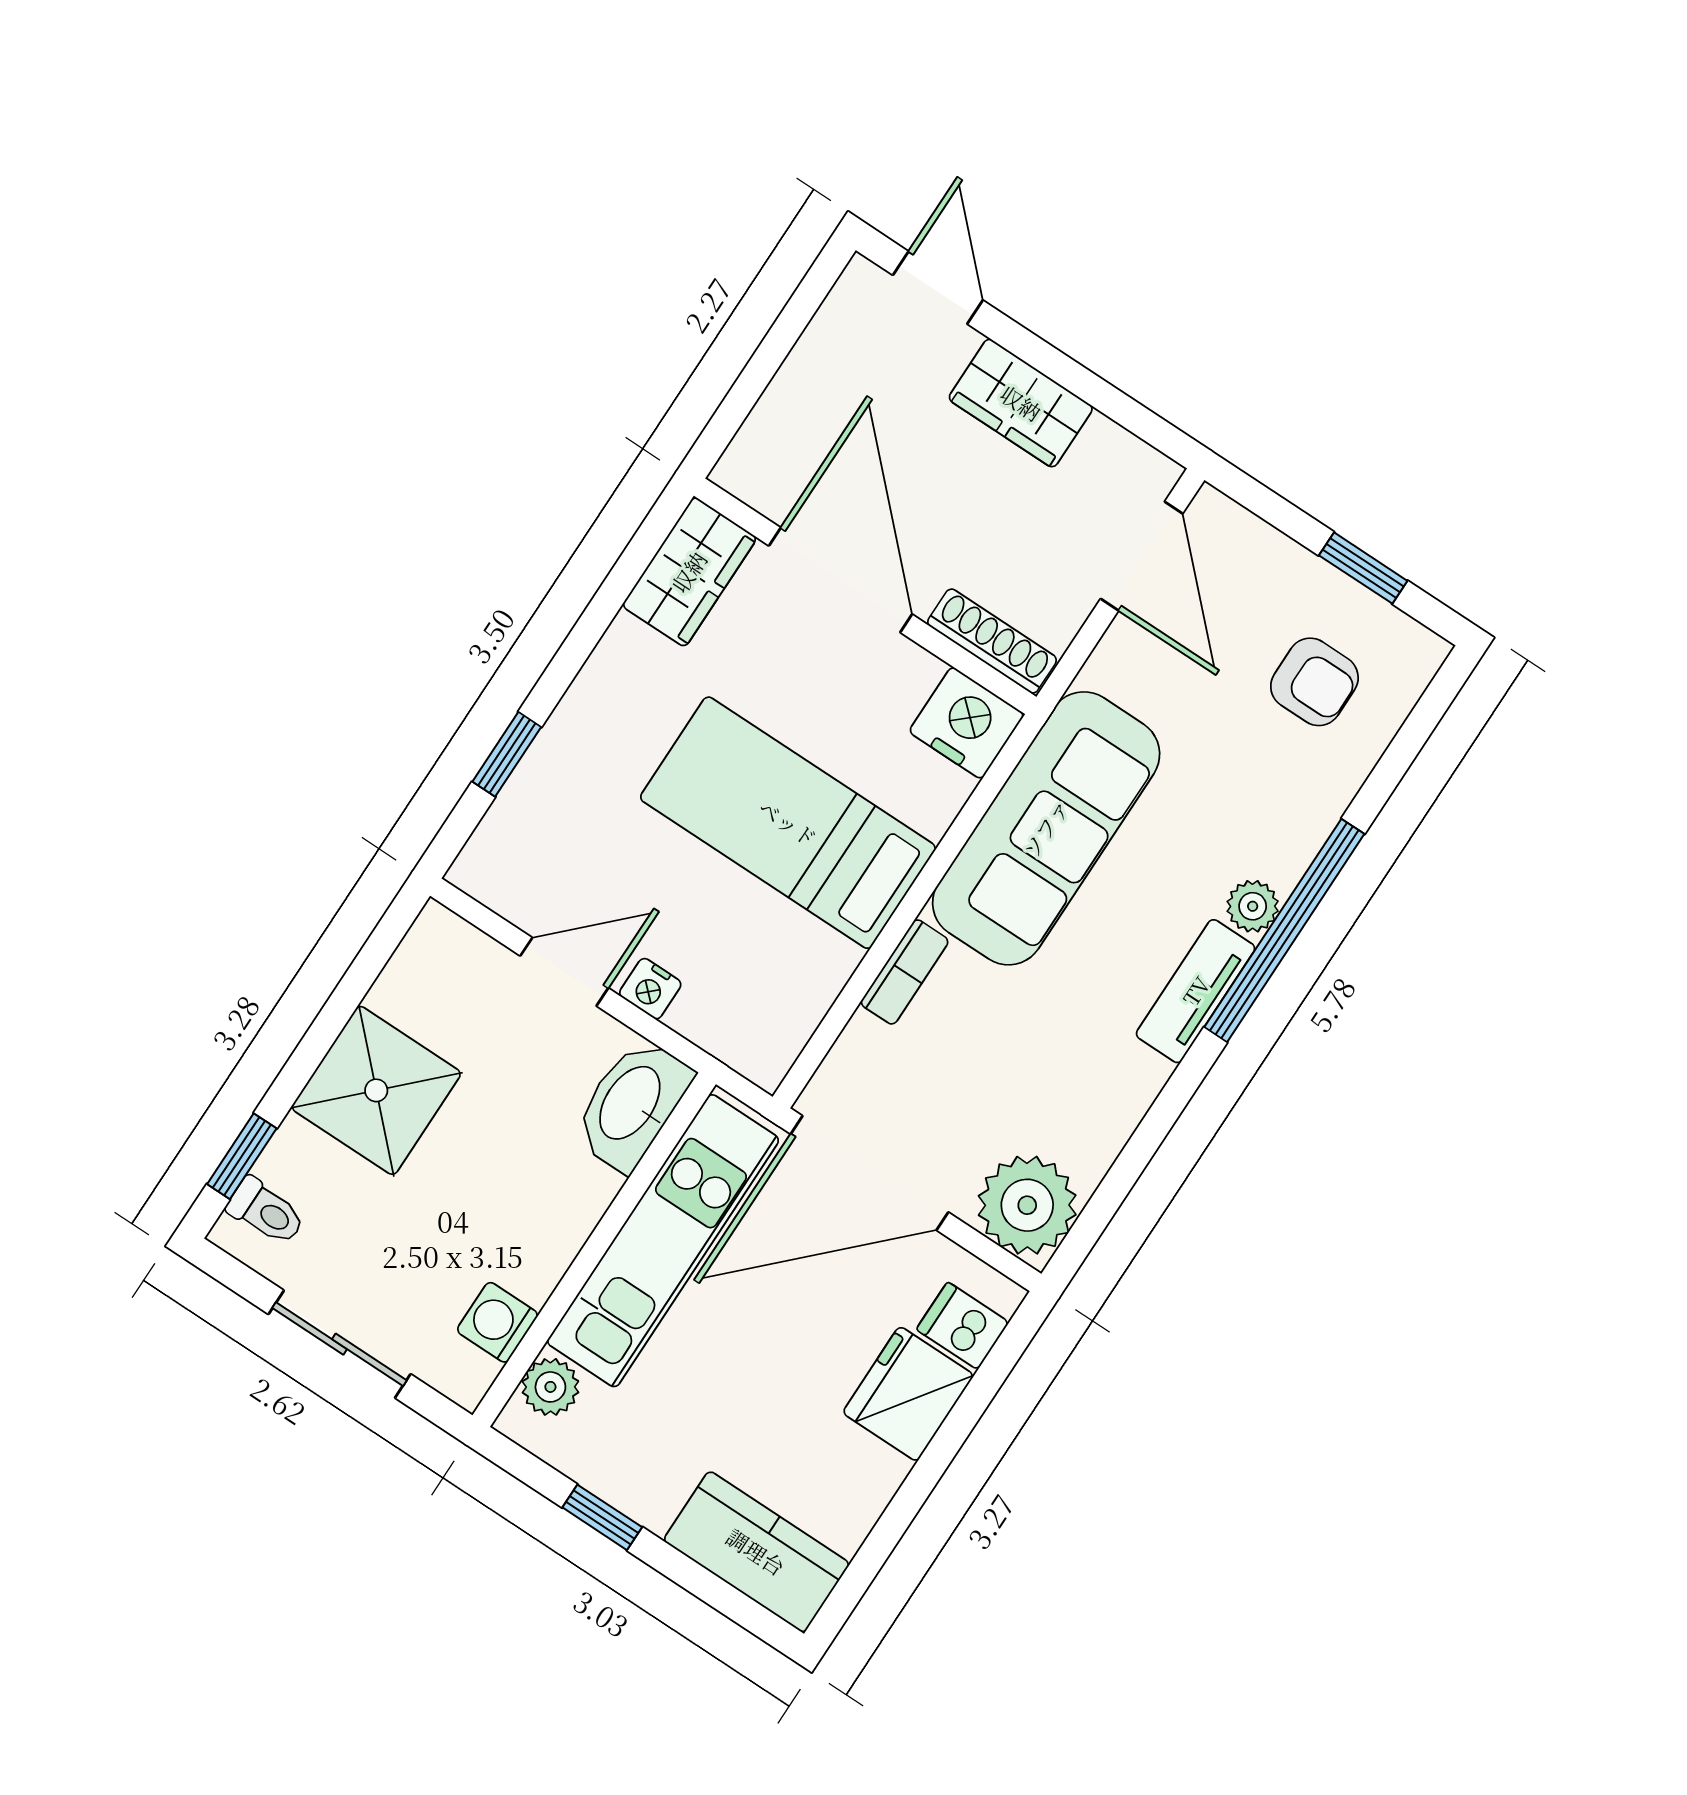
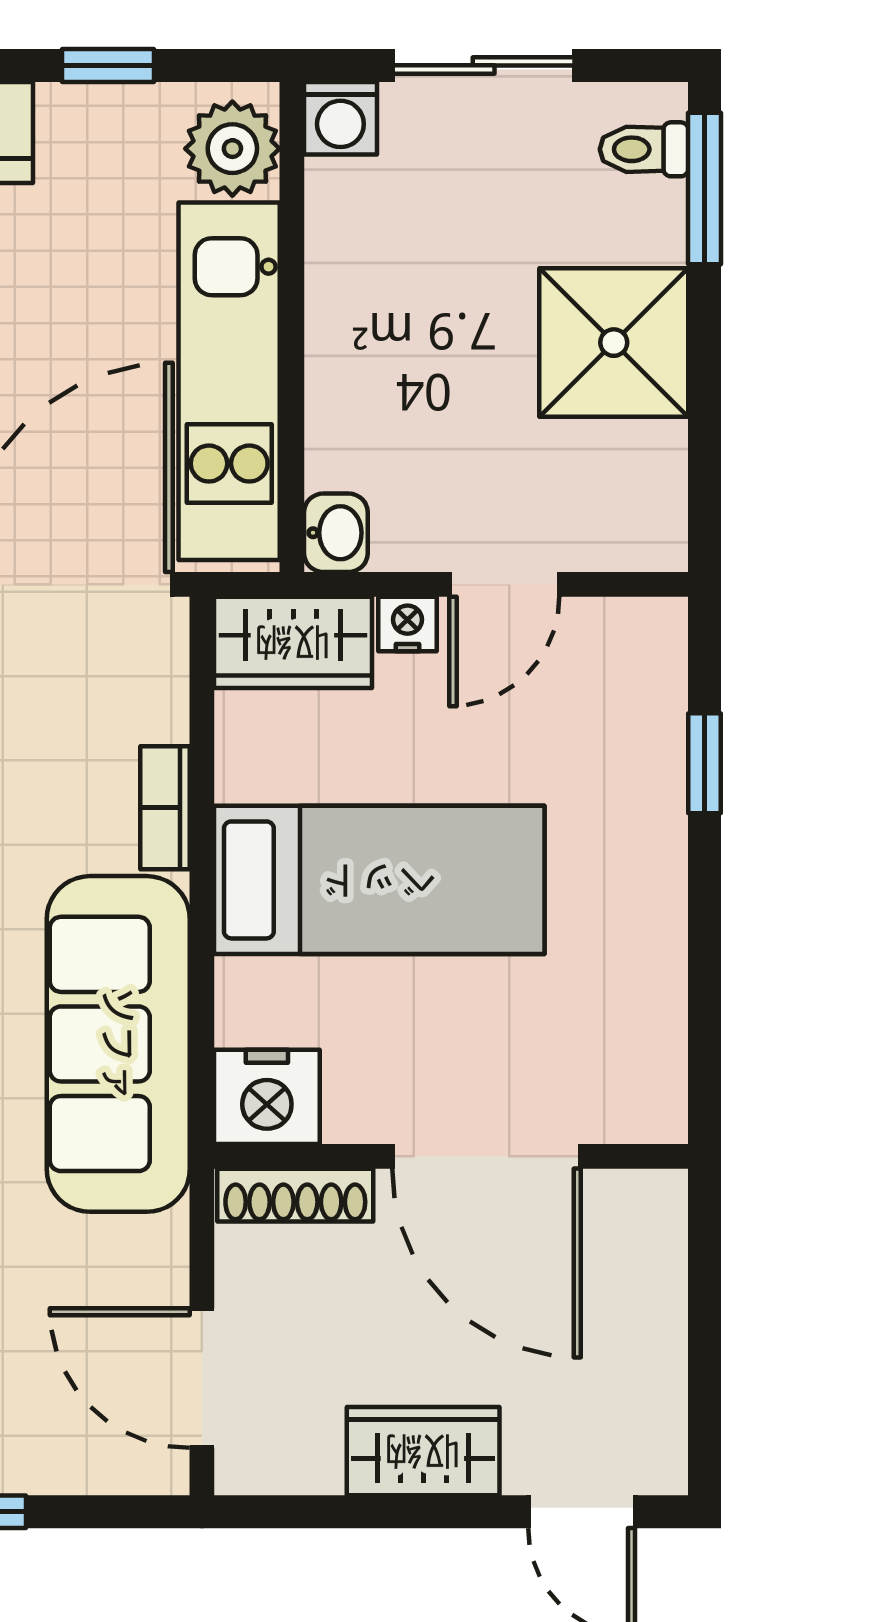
wardrobe: (689, 572) -> (293, 642), moved, turned -90
washbasin: (632, 1104) -> (336, 533), width x0.52, depth x0.69
window: (242, 1156) -> (704, 188), width x1.50
washing machine: (498, 1322) -> (340, 118), moved, turned 90
plant: (550, 1387) -> (232, 149), width x1.38, depth x1.38

